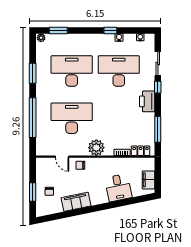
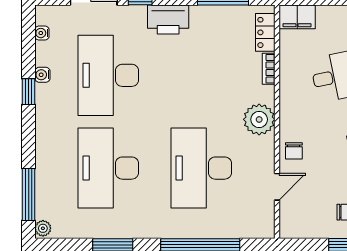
window: (58, 30) -> (29, 195), width x1.44
filing cabinet: (148, 180) -> (297, 17), moved

